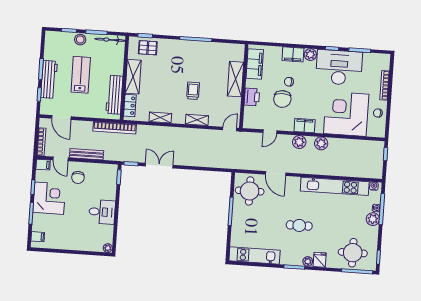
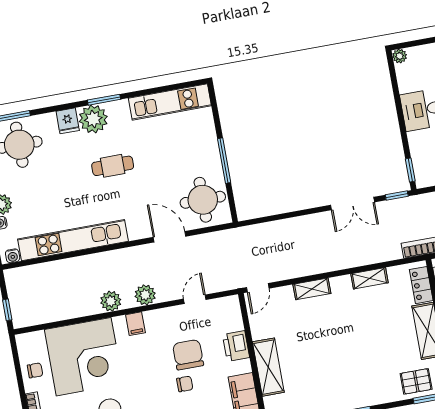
trolley: (193, 91) -> (329, 333), removed
filing cabinet: (305, 126) -> (135, 324), width x0.50
plant: (308, 261) -> (93, 119), width x1.88, depth x1.88

